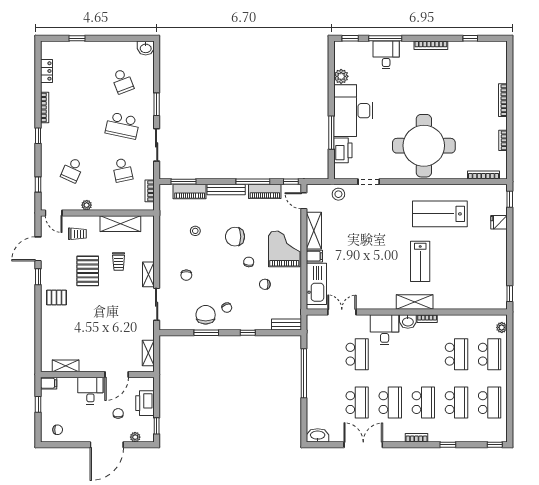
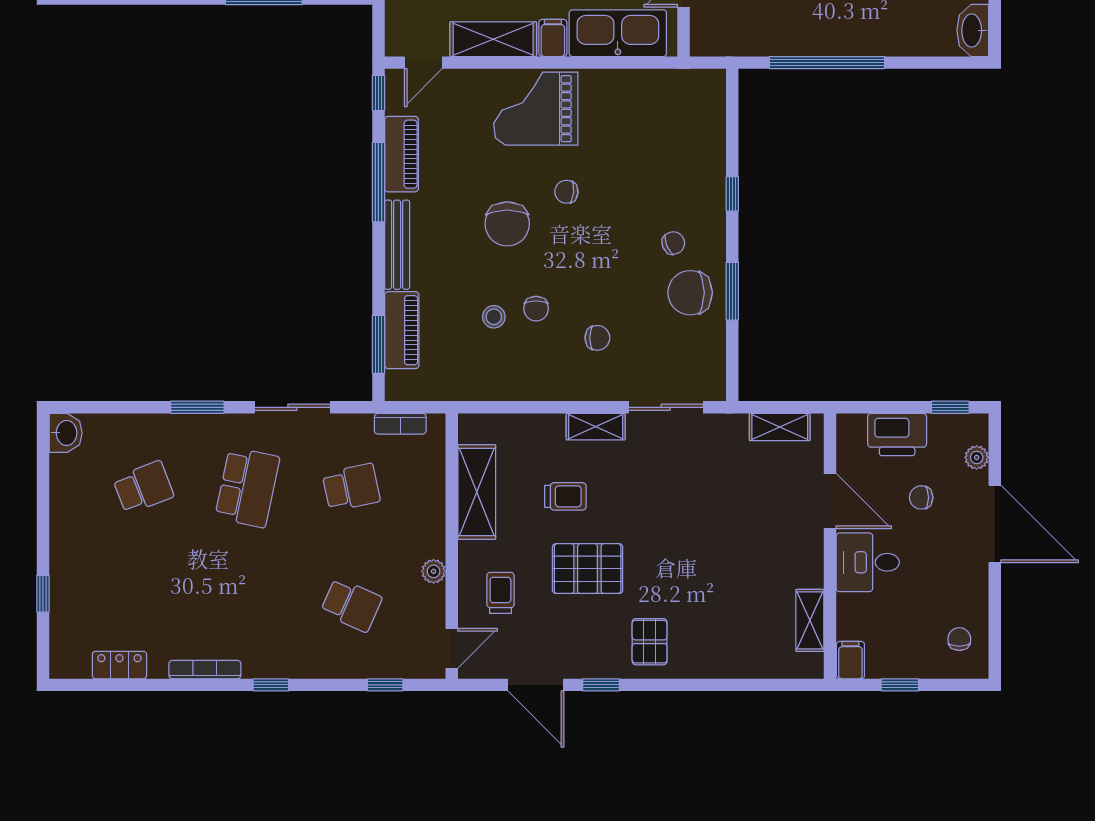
chair: (265, 284) -> (536, 309), moved
bench: (286, 325) -> (713, 104), removed

